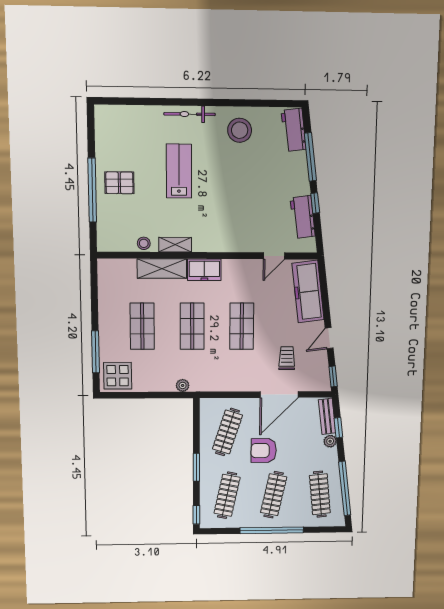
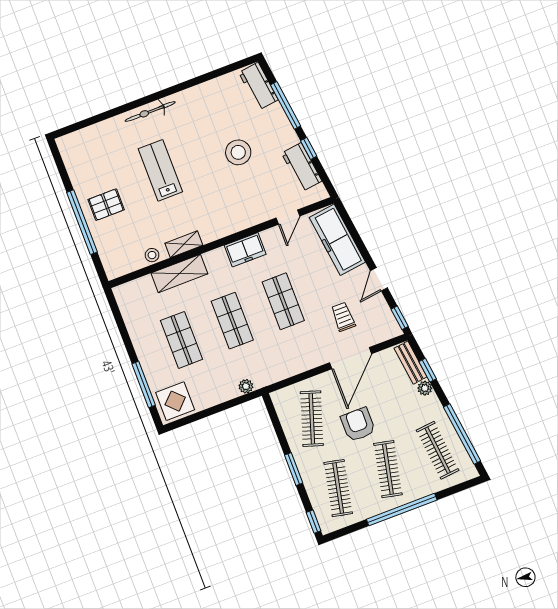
stool: (240, 130) -> (238, 152), moved
freezer: (204, 270) -> (245, 250), moved
armchair: (264, 450) -> (358, 424), turned 90

